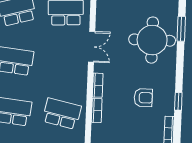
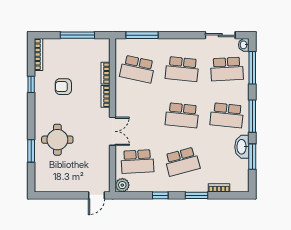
round table: (152, 40) -> (57, 140), width x0.73, depth x0.73
double door: (92, 47) -> (113, 131), swing flipped

